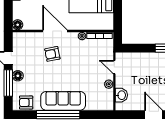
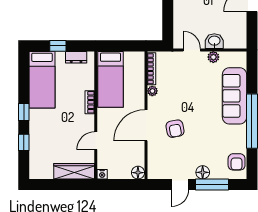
door: (114, 67) -> (192, 50), swing flipped
washbasin: (121, 95) -> (214, 41), moved
sofa: (63, 101) -> (234, 96), moved

